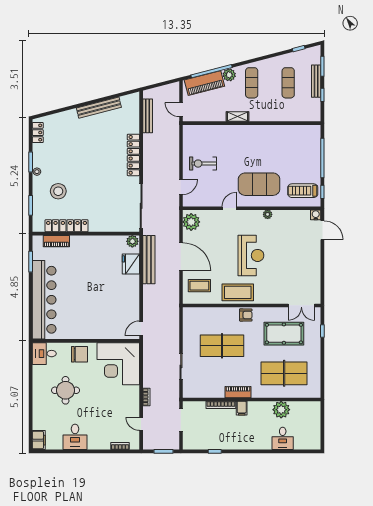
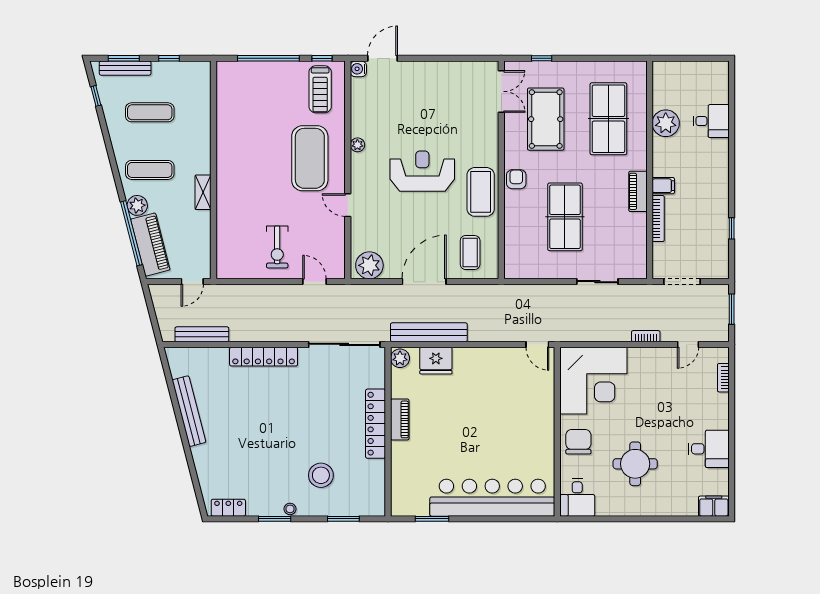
bench: (316, 81) -> (125, 68), moved
locker: (67, 226) -> (375, 424), moved
piano: (56, 241) -> (400, 419), moved

